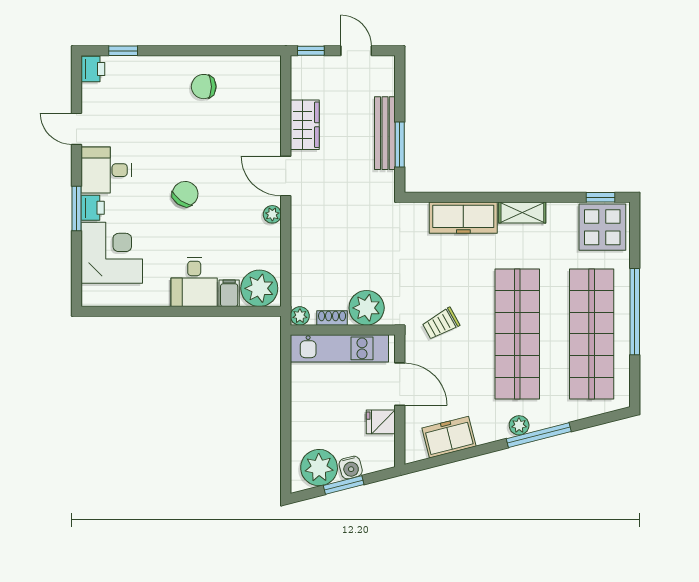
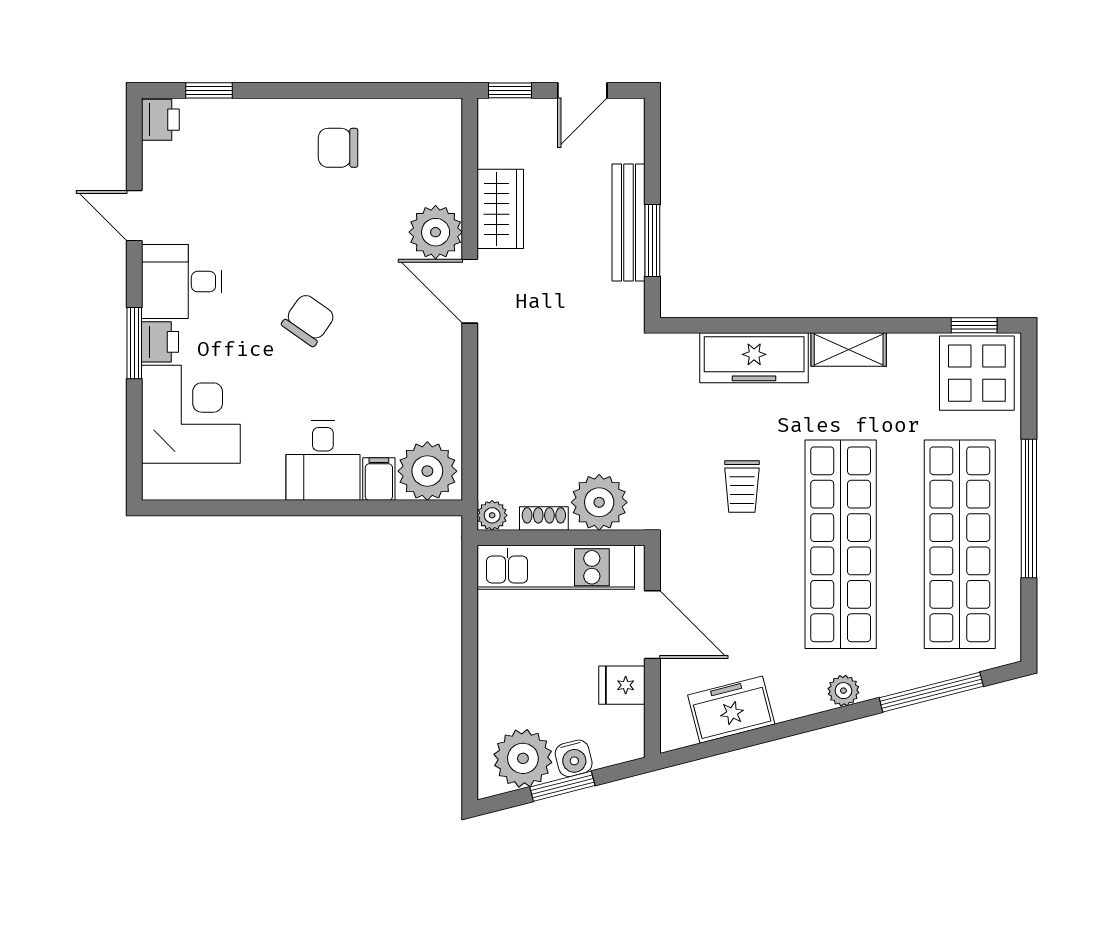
door: (356, 51) -> (582, 90), swing flipped
plant: (272, 214) -> (436, 232), moved, width x1.88, depth x1.88
trolley: (441, 324) -> (742, 486), moved, turned -61
window: (539, 435) -> (931, 692), moved

